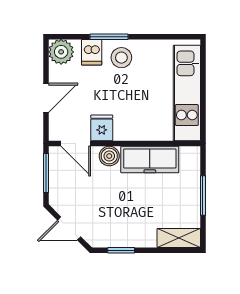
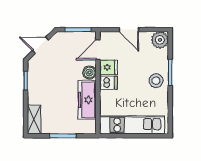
dishwasher: (92, 52) -> (108, 83), moved, turned 180
door: (69, 228) -> (40, 45), hinge flipped

